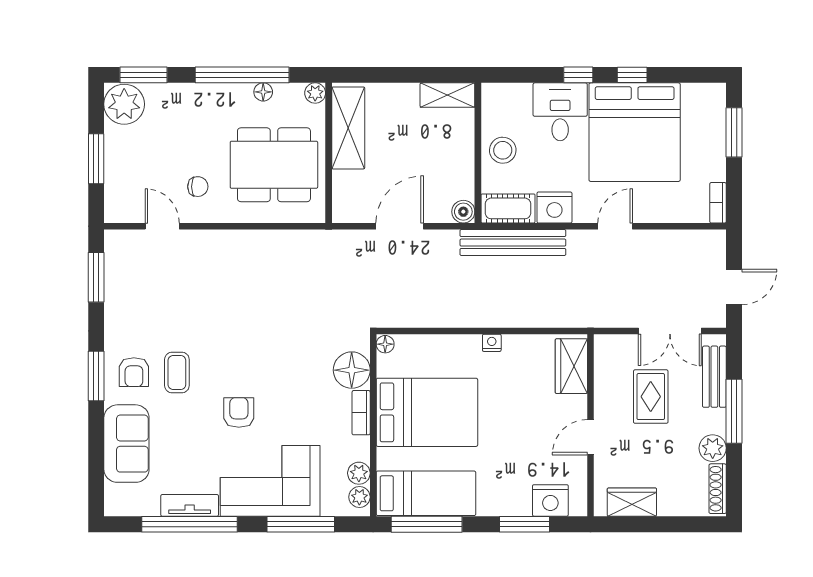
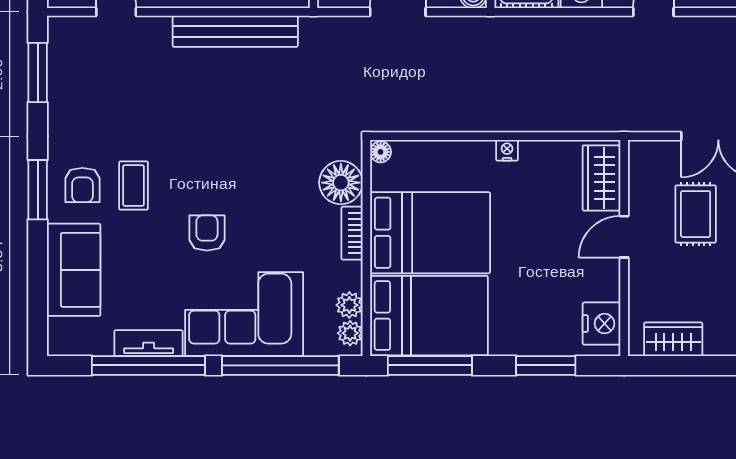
bench: (513, 243) -> (235, 31), moved
door: (590, 437) -> (624, 237), moved
bed: (426, 493) -> (429, 316), width x1.50
nightstand: (550, 500) -> (602, 324), moved, turned -90
window: (301, 524) -> (280, 365), width x1.46

